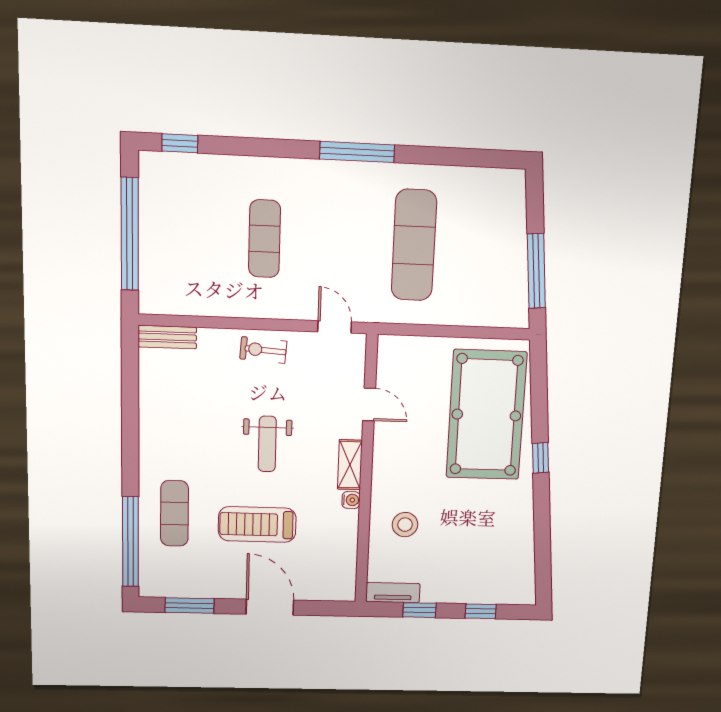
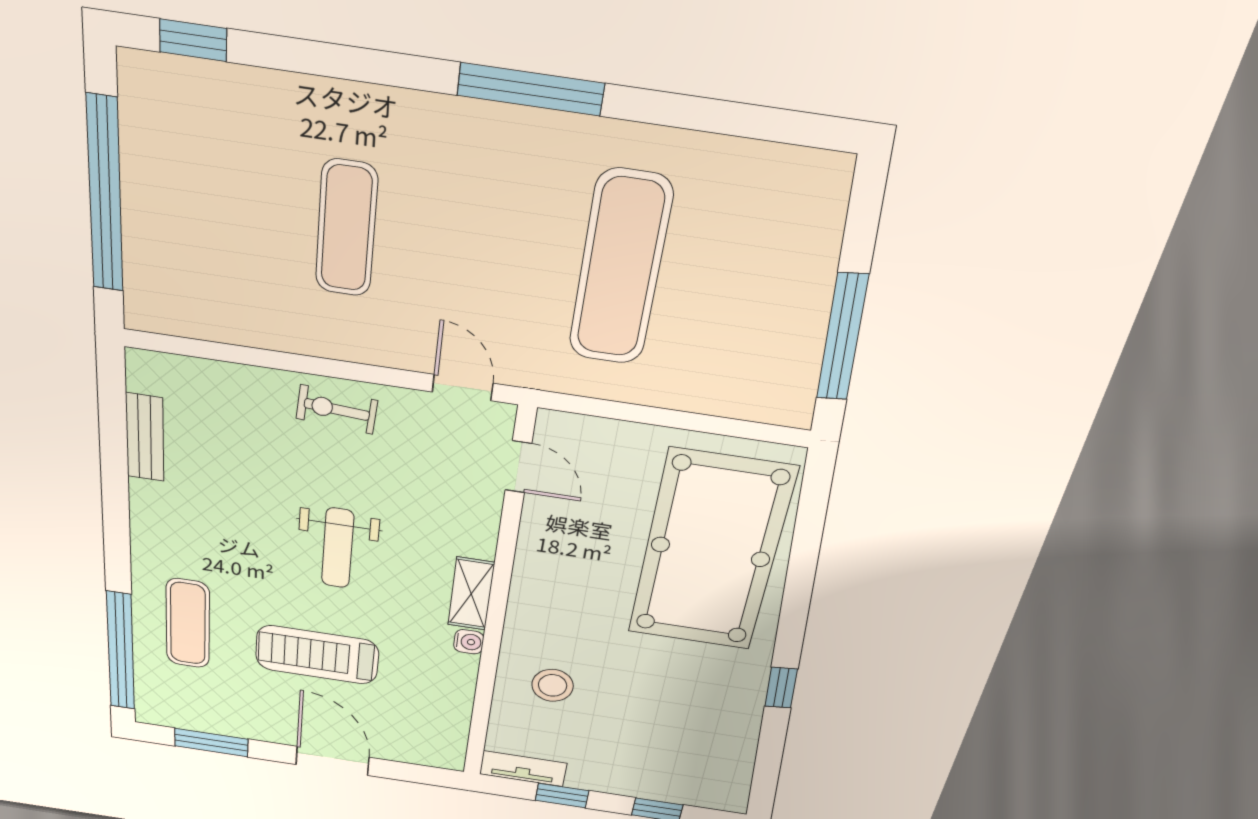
bench: (167, 337) -> (145, 437), moved, turned 90
door: (369, 404) -> (518, 467), moved
window: (541, 458) -> (781, 688), moved

